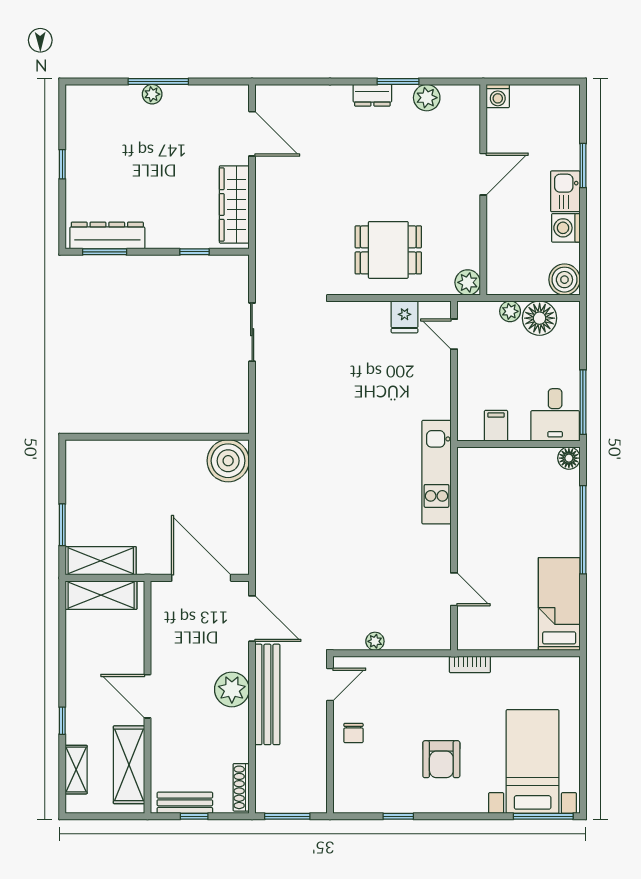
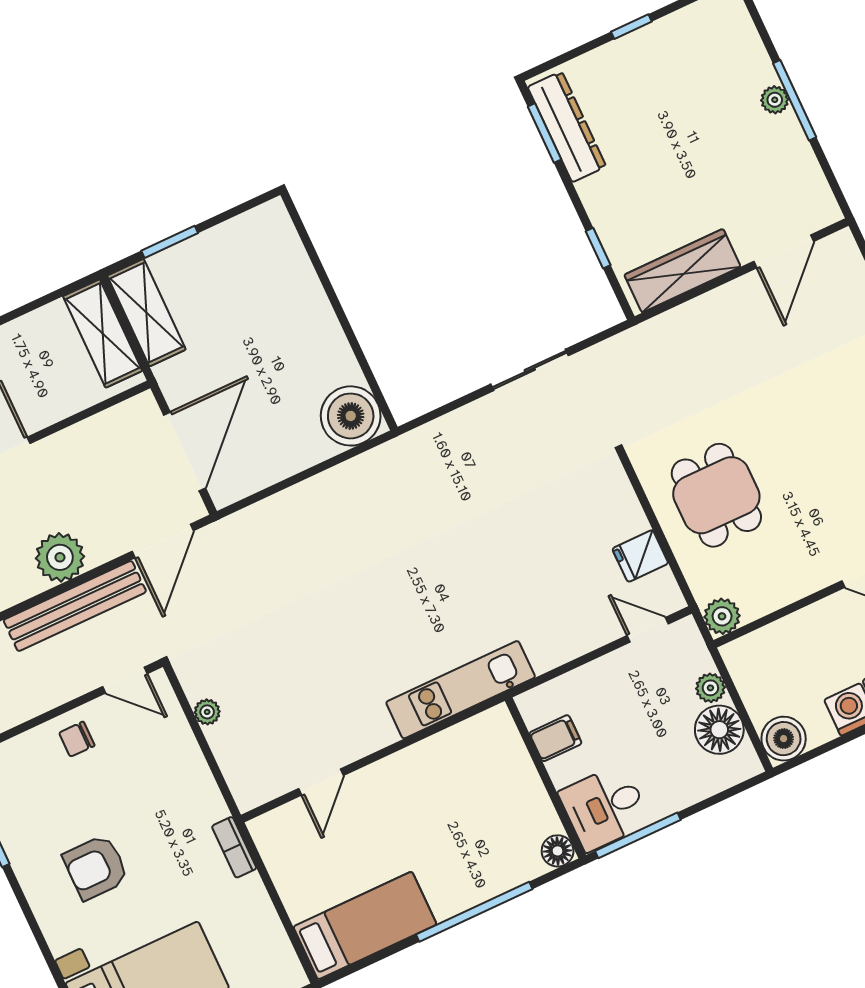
door: (454, 334) -> (648, 630), hinge flipped

